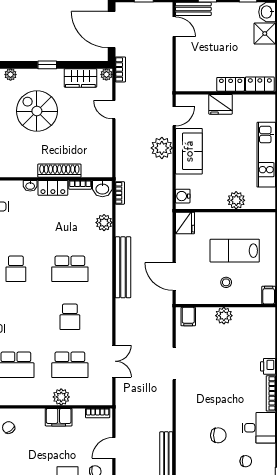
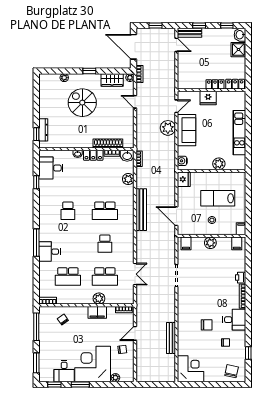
shoe rack: (59, 171) -> (108, 143), moved
filing cabinet: (262, 317) -> (237, 243), added

